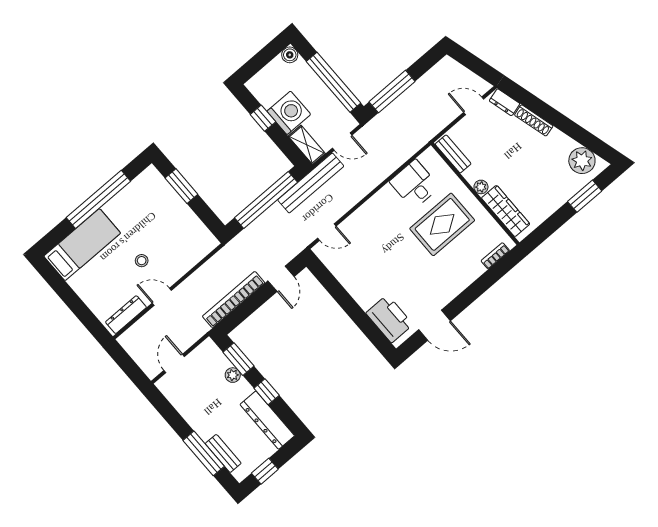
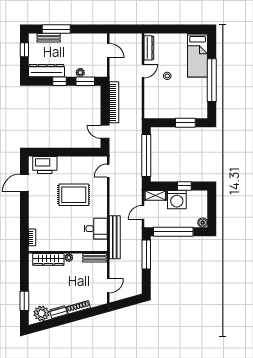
dresser: (505, 102) -> (58, 312), moved
bench: (311, 183) -> (115, 237), moved
rug: (442, 224) -> (74, 195), moved, turned 90

